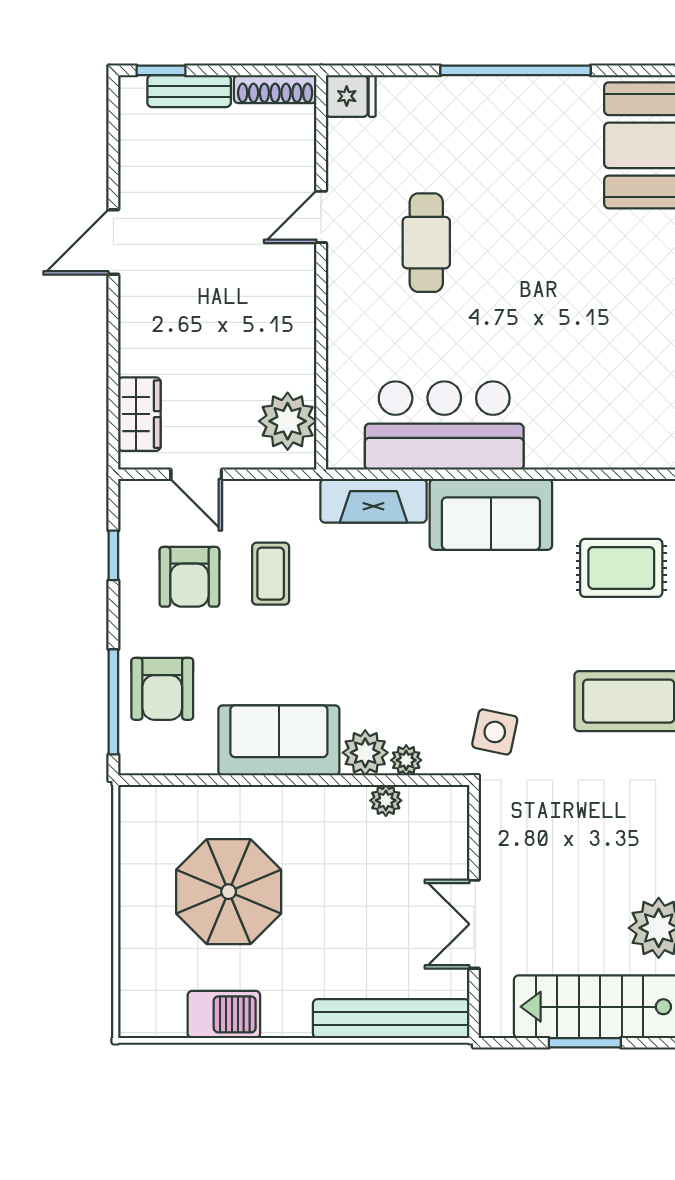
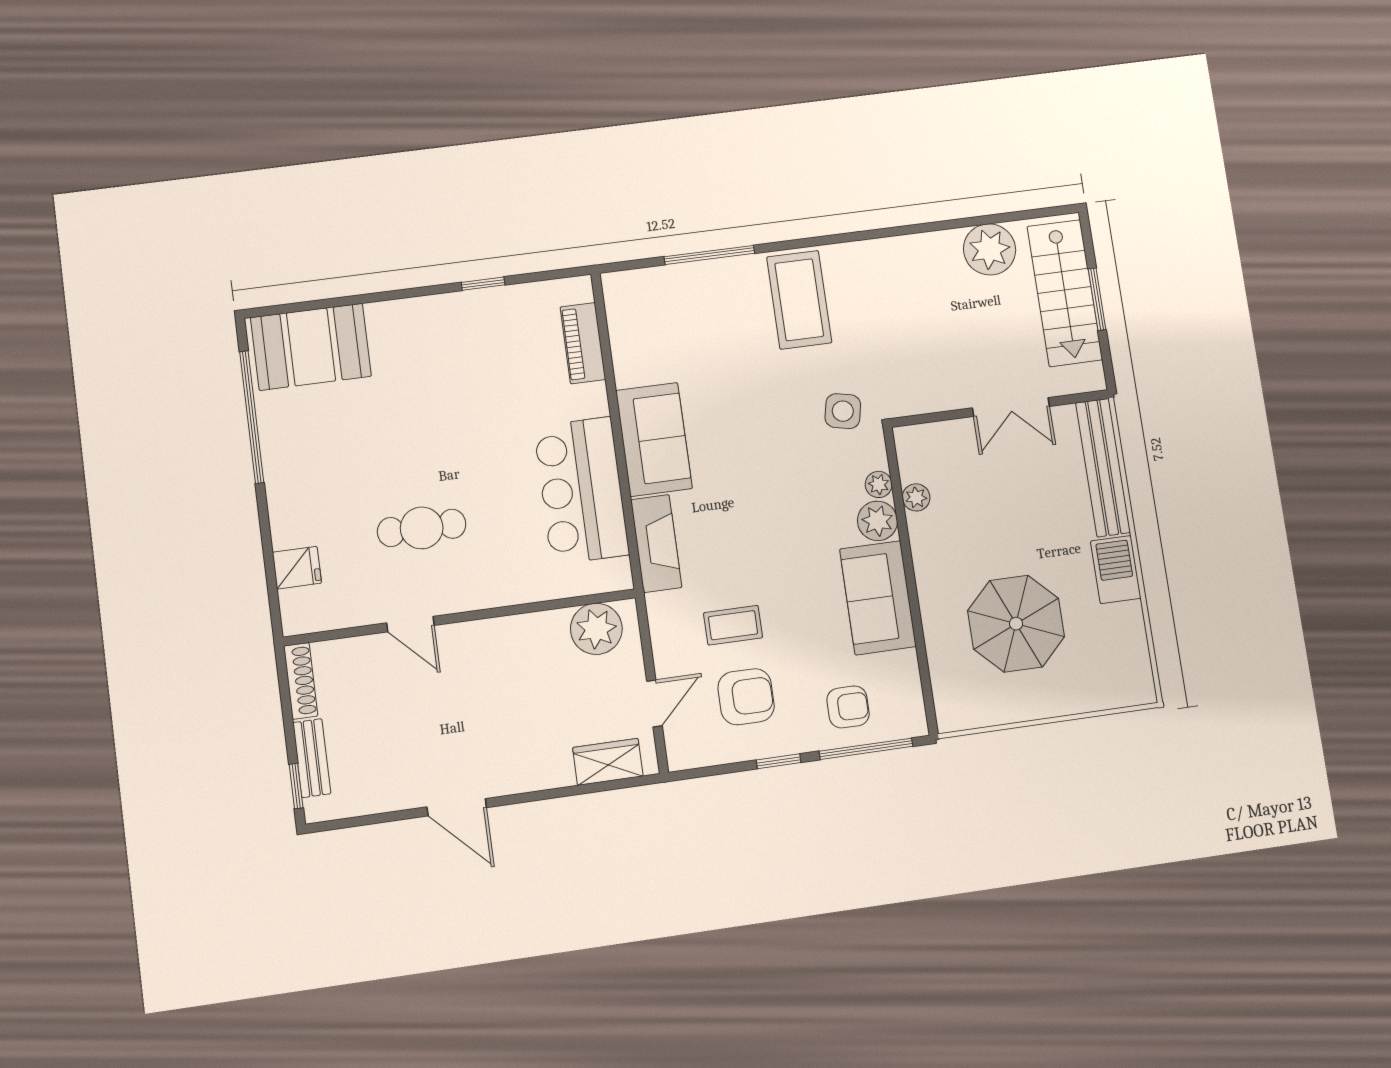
window: (516, 70) -> (252, 417), moved
fridge: (351, 96) -> (297, 568), moved, turned 90
piano: (611, 449) -> (583, 343), added
window: (113, 555) -> (779, 761), moved
rug: (621, 568) -> (685, 321), removed
armchair: (162, 689) -> (848, 707), width x0.72, depth x0.72
barbecue: (224, 1014) -> (1116, 570), moved

